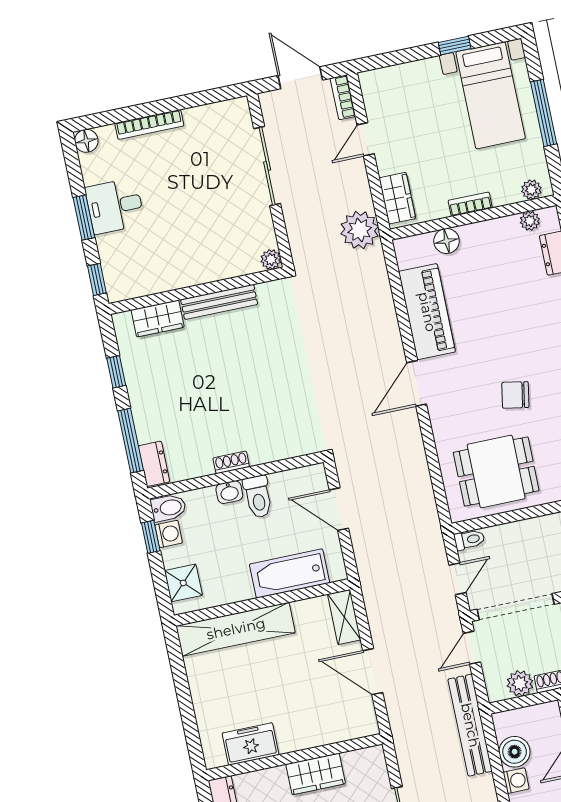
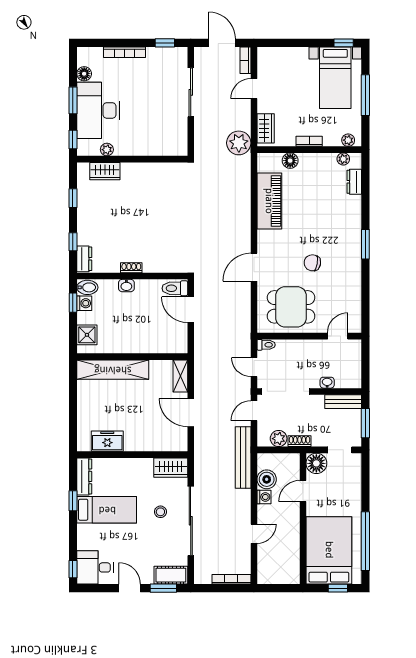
window: (455, 46) -> (344, 43), moved
window: (210, 97) -> (165, 43), added
floor lamp: (86, 141) -> (84, 74), moved
desk: (115, 206) -> (98, 110), width x1.87, depth x1.30
plant: (271, 259) -> (107, 150), moved
bench: (219, 302) -> (144, 169), removed
door: (417, 383) -> (254, 267), moved
window: (131, 441) -> (73, 242), width x0.46
toilet: (258, 497) -> (175, 288), moved, turned 90
bathtub: (290, 573) -> (153, 343), removed
door: (457, 579) -> (254, 367), swing flipped
wardrobe: (316, 774) -> (171, 468), moved

